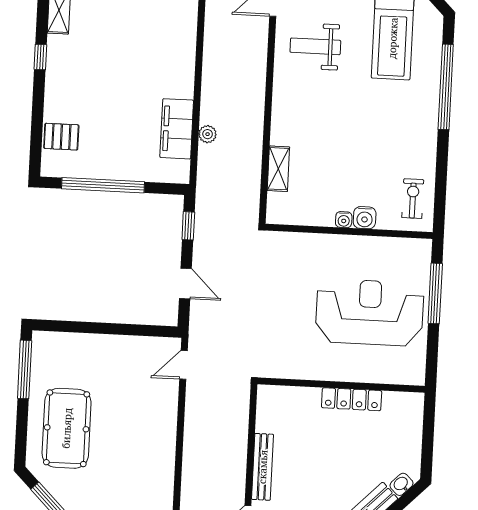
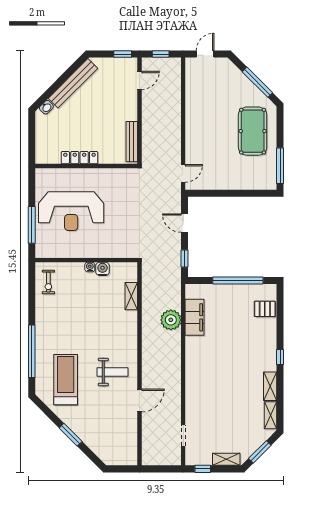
plant: (208, 134) -> (171, 320), width x1.88, depth x1.88
water cooler: (365, 218) -> (103, 269), moved
bench: (263, 467) -> (132, 142), moved

